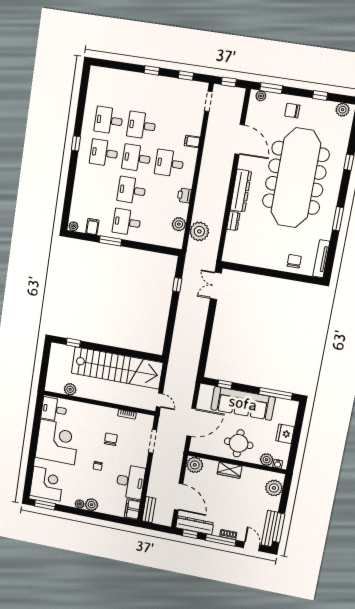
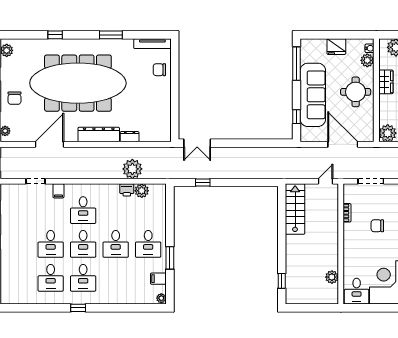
doorway: (208, 101) -> (35, 181), moved
printer: (184, 195) -> (127, 190), moved
plant: (199, 231) -> (132, 169), moved
stairs: (117, 368) -> (295, 209), width x0.54, depth x0.66
wardrobe: (230, 470) -> (386, 82), moved

